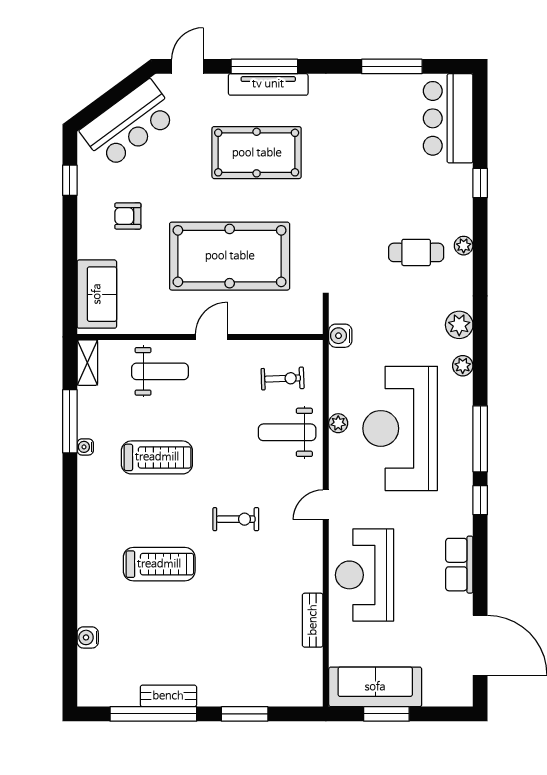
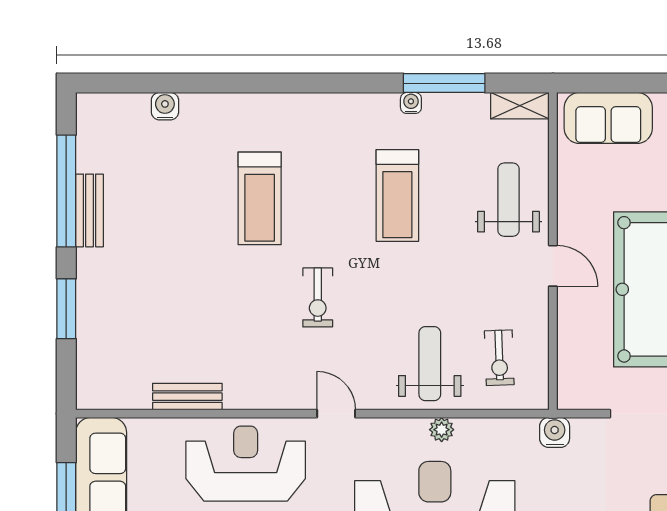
weight bench: (160, 371) -> (508, 200), turned 180

